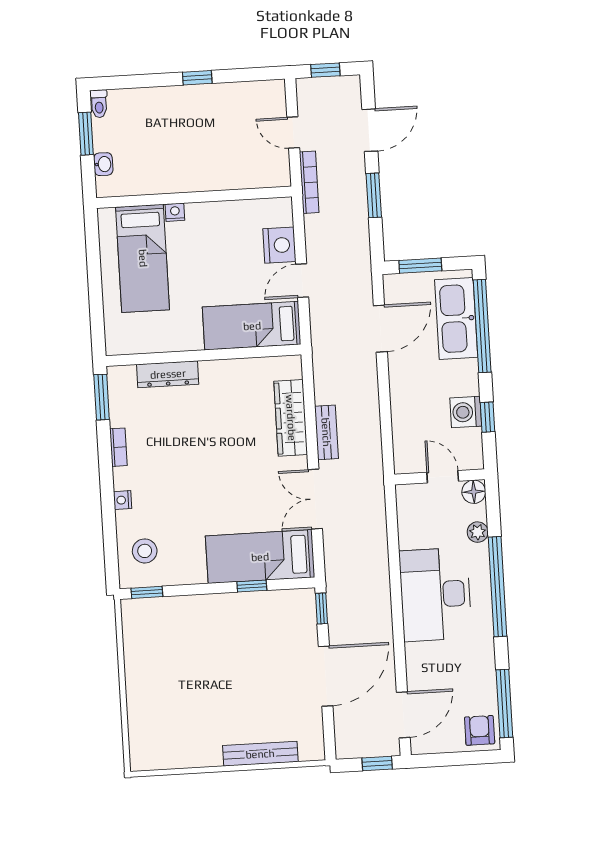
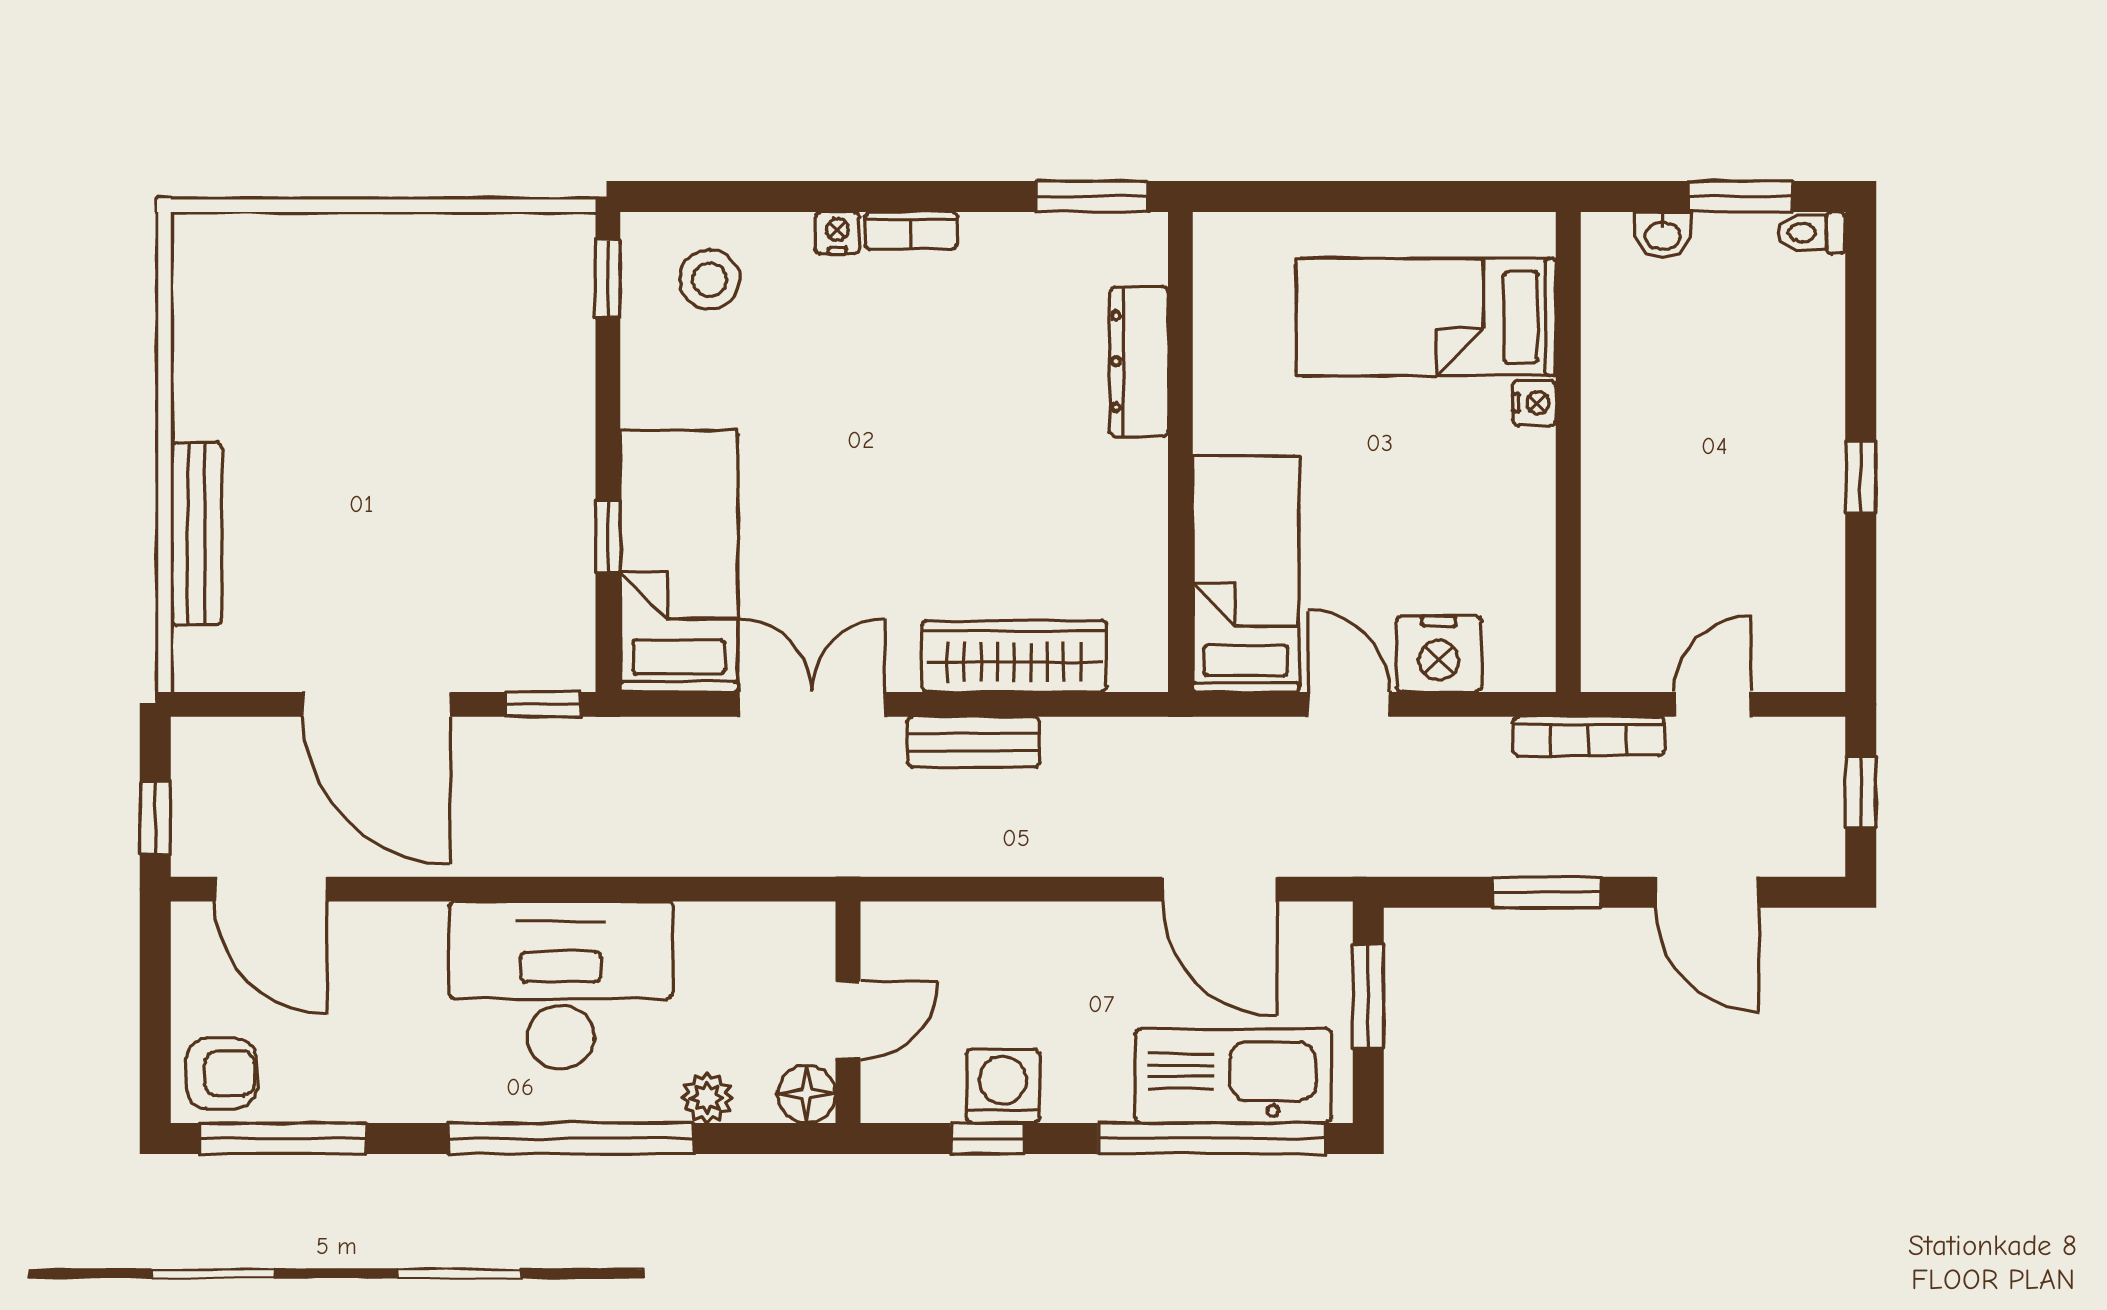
bookcase: (118, 447) -> (911, 231), moved

